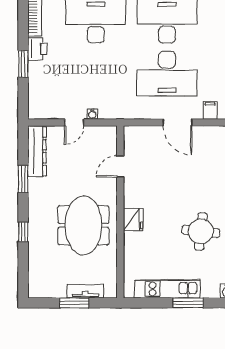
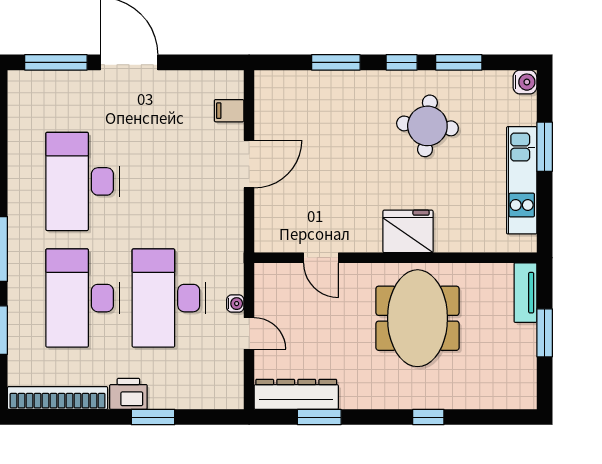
desk: (167, 74) -> (169, 298), moved, turned 180
window: (23, 179) -> (319, 417), moved
fridge: (133, 220) -> (408, 231), width x1.36, depth x1.34
meeting table: (83, 225) -> (418, 318), turned 90
tv unit: (85, 291) -> (525, 293), moved

